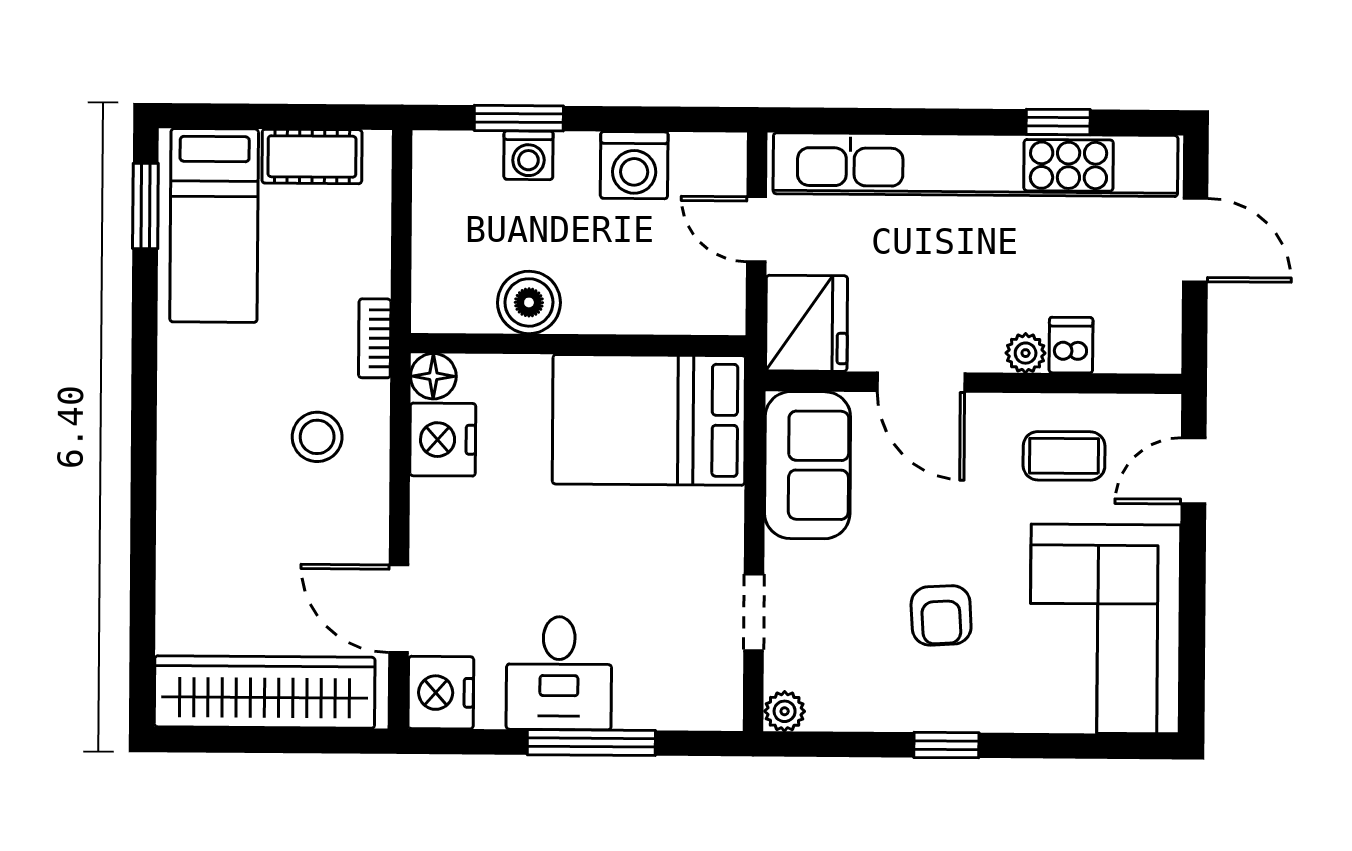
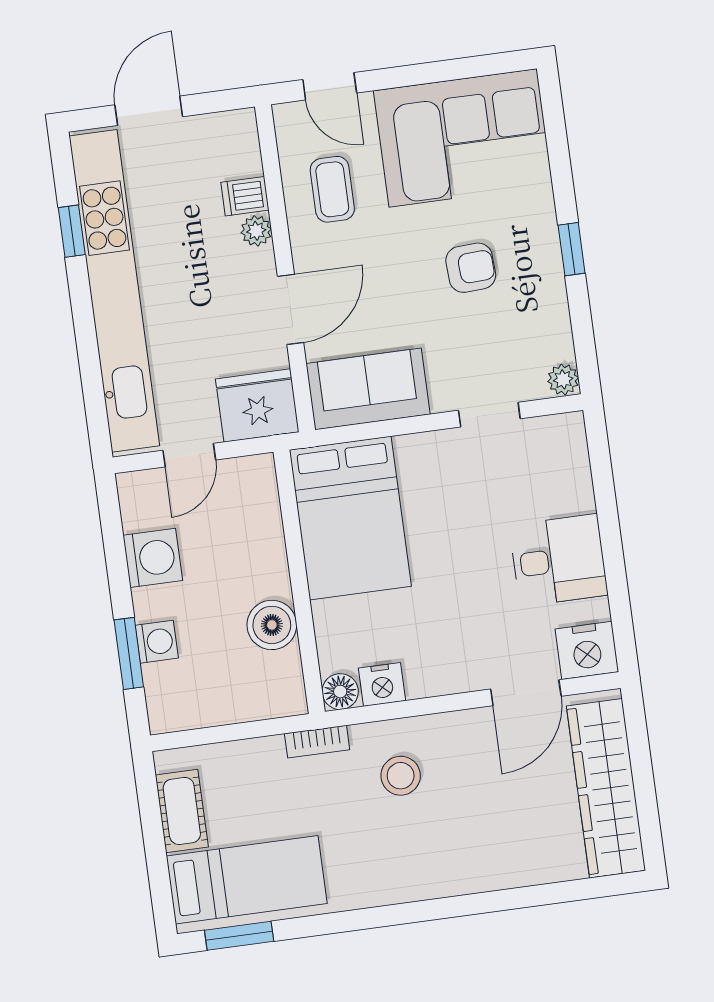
nightstand: (443, 440) -> (382, 684), width x0.74, depth x0.75
window: (591, 743) -> (609, 527), removed

